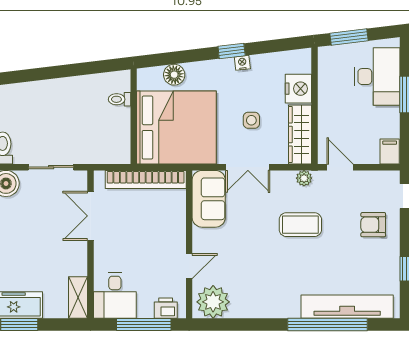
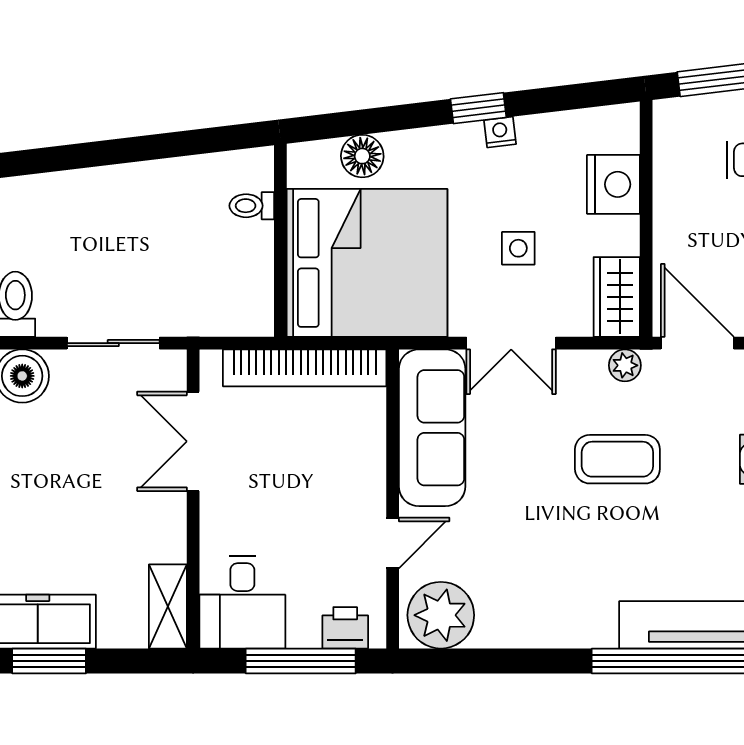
wardrobe: (300, 134) -> (617, 297), width x0.67
door: (340, 167) -> (697, 343), width x1.38
sofa: (209, 199) -> (432, 428), width x1.36

